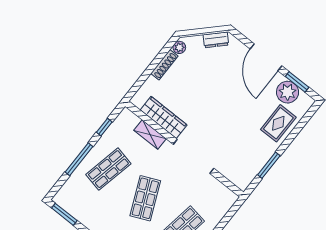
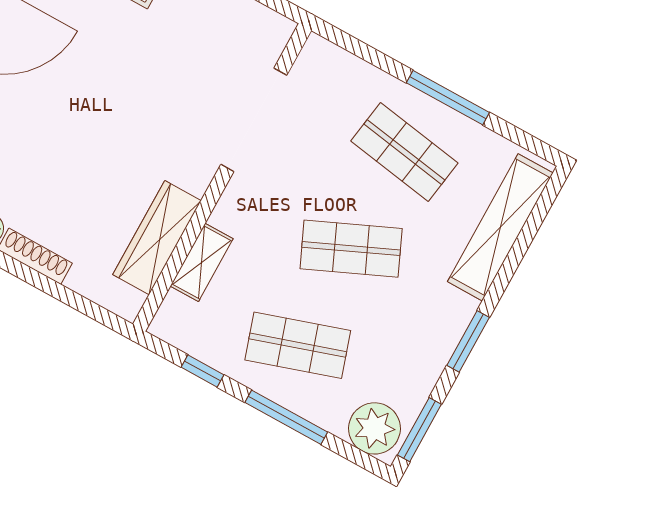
doorway: (194, 156) -> (254, 120), moved
shop shelf: (108, 169) -> (298, 345), turned -30
plant: (68, 195) -> (375, 428), added

